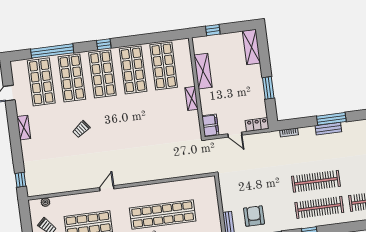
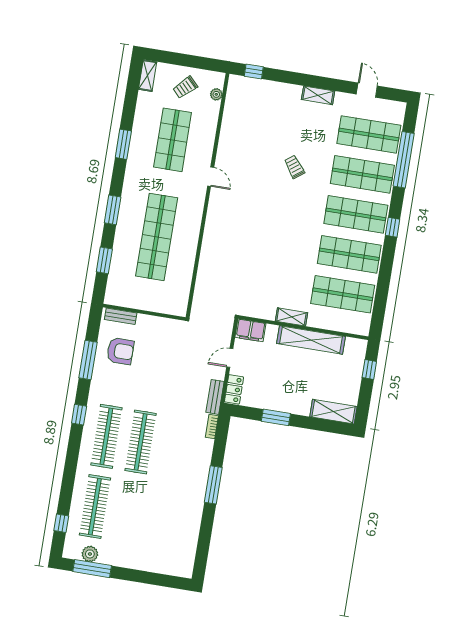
shelving: (203, 71) -> (311, 340), width x1.47
bench: (328, 129) -> (215, 397), moved

